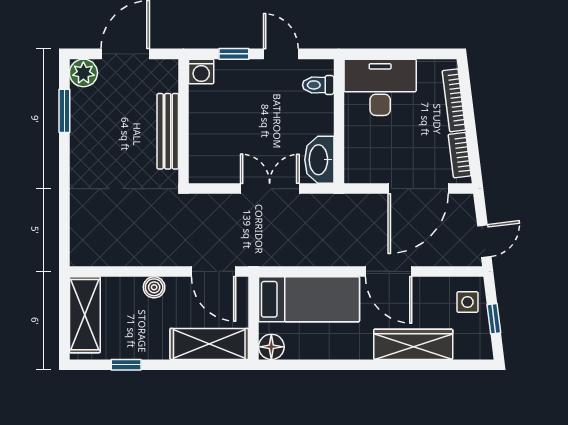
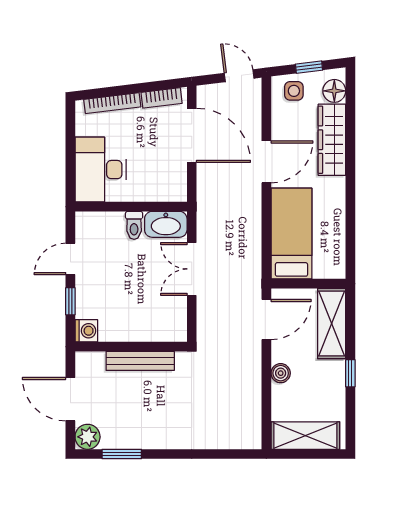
toilet: (318, 85) -> (134, 225), moved
floor lamp: (271, 347) -> (334, 91), moved
window: (126, 365) -> (350, 373), moved

